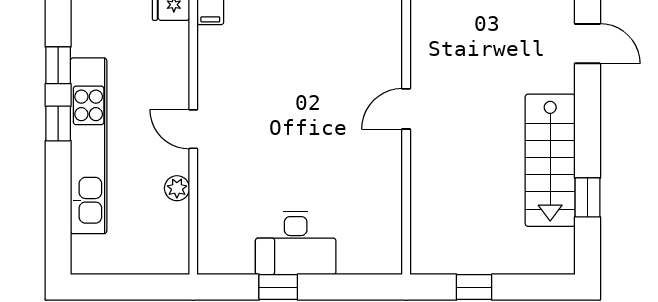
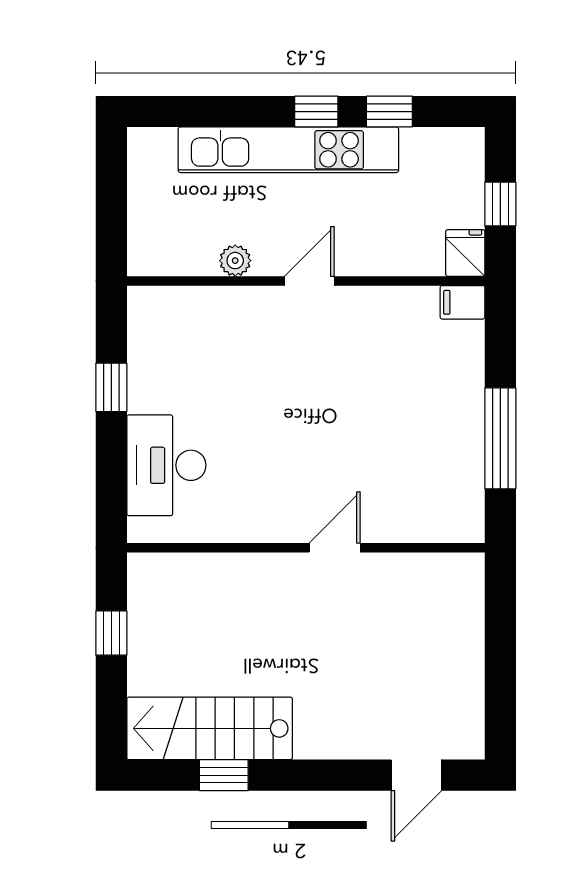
door: (406, 109) -> (335, 548), hinge flipped
stairs: (550, 160) -> (210, 728), moved
desk: (296, 243) -> (166, 465), moved

